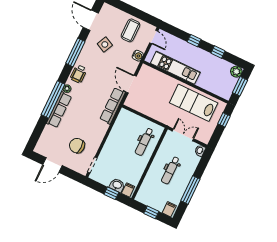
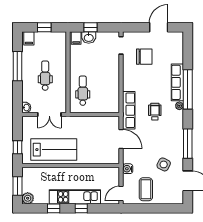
door: (154, 37) -> (121, 193), hinge flipped
kitchen unit: (175, 68) -> (75, 197), moved, turned 180
wheelchair: (79, 74) -> (155, 112), moved

